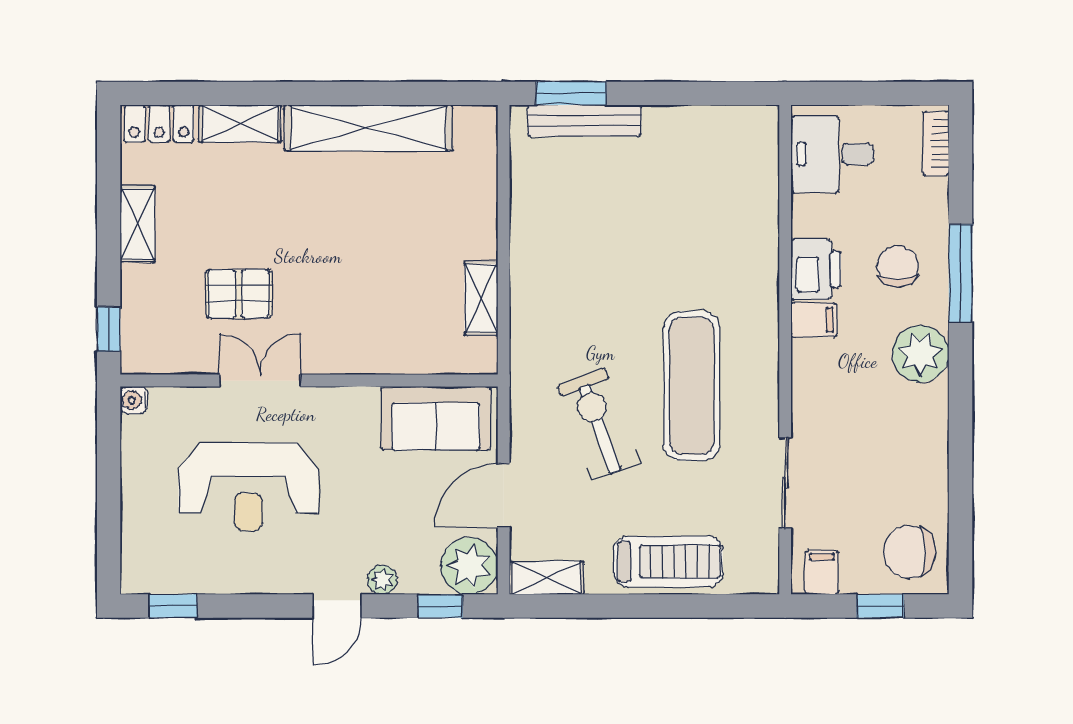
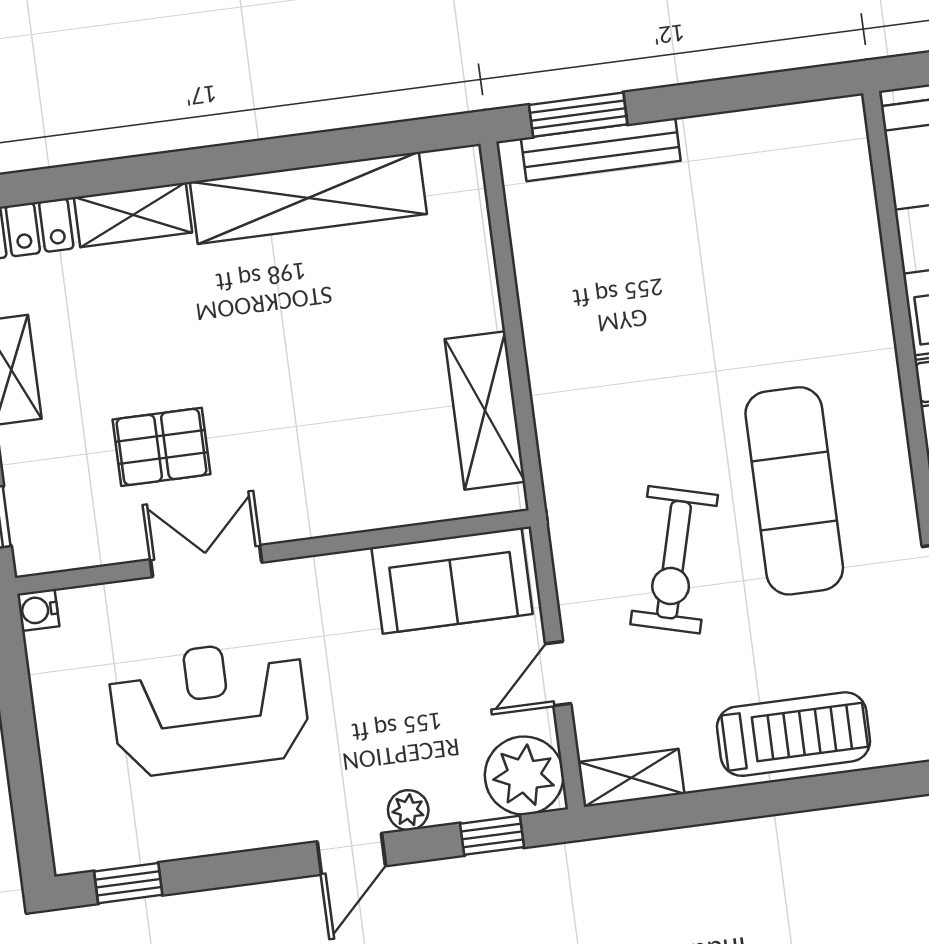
shelving: (481, 298) -> (485, 410), width x1.50, depth x1.33
exercise bike: (598, 424) -> (674, 560), turned -145
reception desk: (248, 487) -> (209, 707), turned 180
door: (504, 495) -> (558, 674), width x0.73

